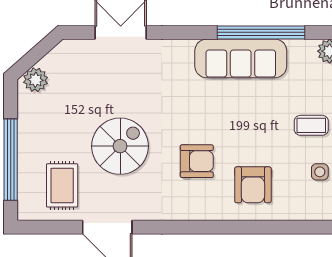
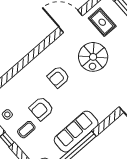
armchair: (253, 185) -> (41, 109), moved, turned -90

